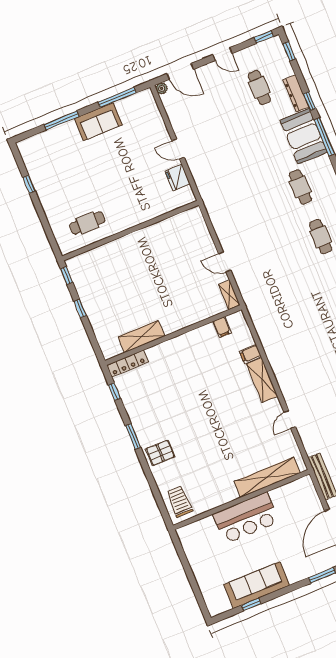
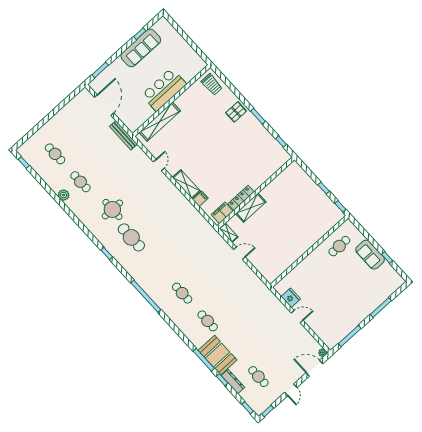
door: (222, 54) -> (291, 390), swing flipped
sofa: (98, 122) -> (370, 255), moved, turned -90
filing cabinet: (222, 327) -> (222, 213), width x2.00
shelving: (141, 337) -> (251, 208), moved
locker: (127, 363) -> (241, 198), moved

